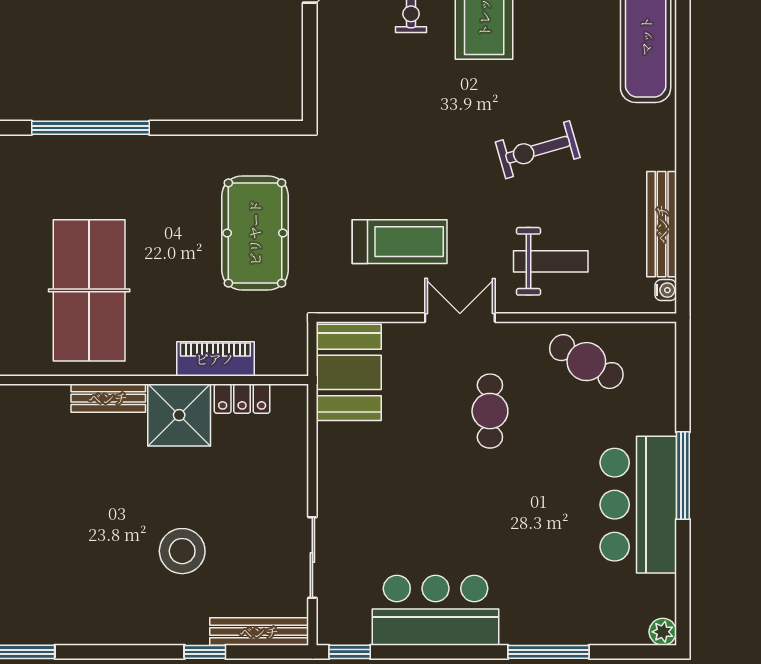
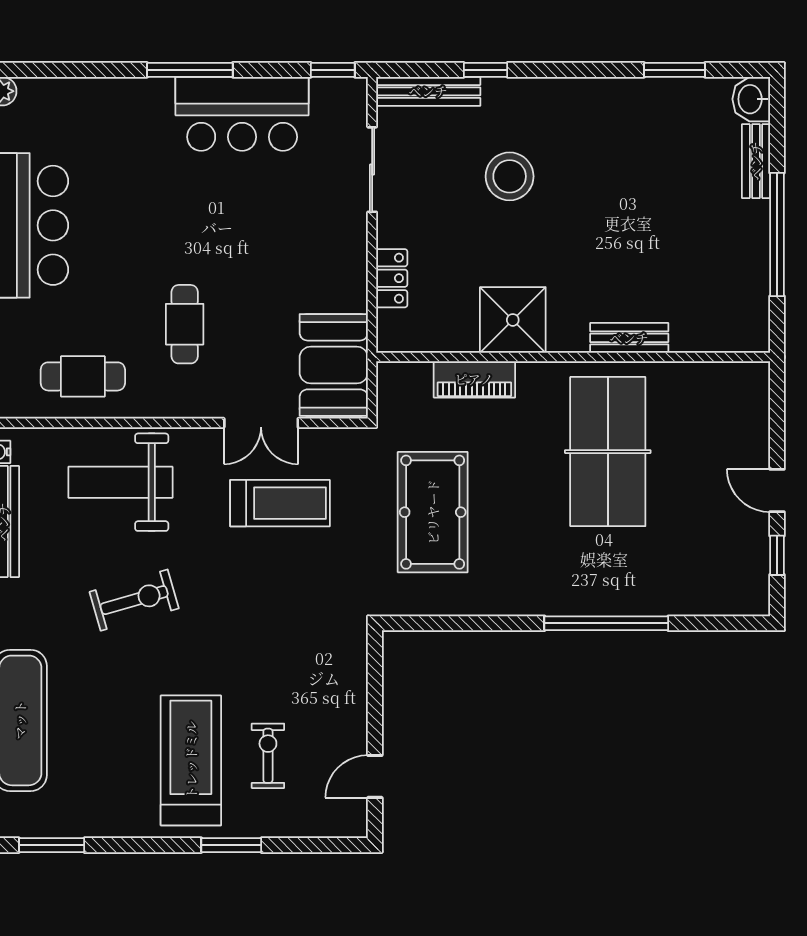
treadmill: (400, 242) -> (280, 503), turned 180
weight bench: (551, 261) -> (120, 482), width x1.36, depth x1.33
double door: (460, 318) -> (261, 423), moved
cafe table: (586, 362) -> (83, 376), turned -30
bench: (108, 398) -> (629, 338), moved
locker: (242, 399) -> (392, 278), moved, turned 90
window: (548, 652) -> (190, 70), moved

